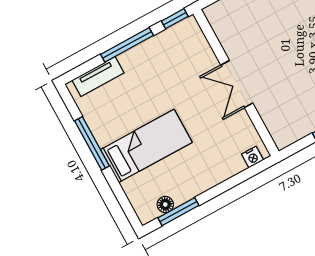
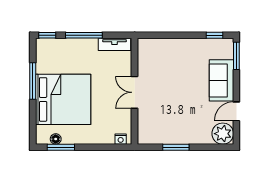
window: (175, 19) -> (47, 35), moved
tv unit: (98, 76) -> (115, 44), moved
bed: (146, 146) -> (63, 99), width x2.04

